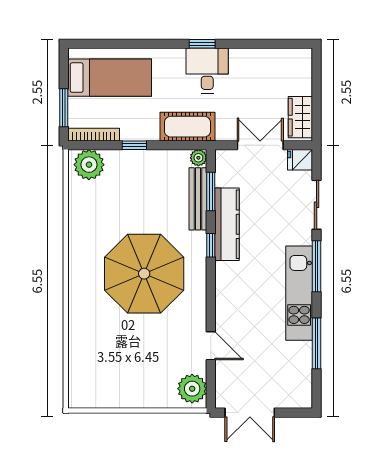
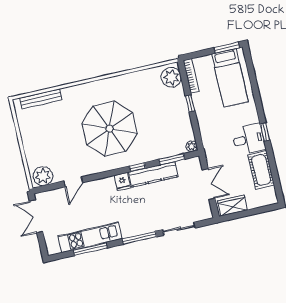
window: (64, 108) -> (227, 48), moved
cot: (187, 127) -> (261, 170), moved
fridge: (300, 160) -> (122, 182), moved, turned 180
bench: (198, 199) -> (41, 99), moved
kitchen unit: (299, 293) -> (90, 237), moved

